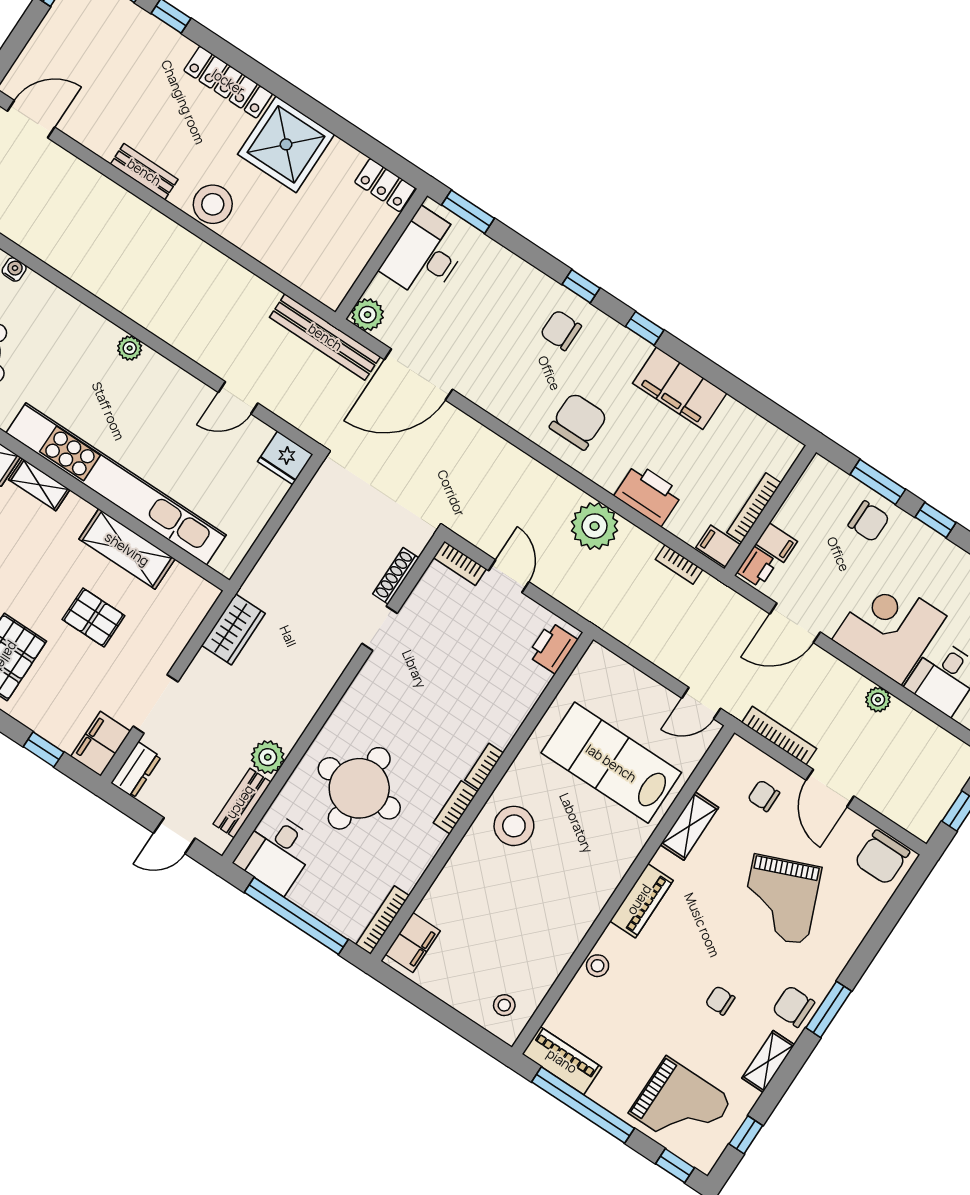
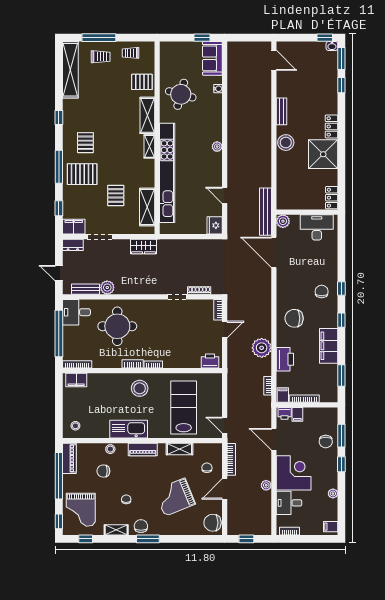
locker: (228, 82) -> (332, 126), width x0.66
window: (468, 212) -> (341, 376), moved
chair: (578, 421) -> (294, 318), turned 180
shelving: (127, 549) -> (147, 207), moved
kitchen sink: (582, 902) -> (129, 429), added
chair: (633, 1009) -> (103, 471), added

